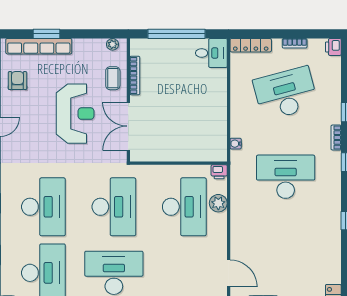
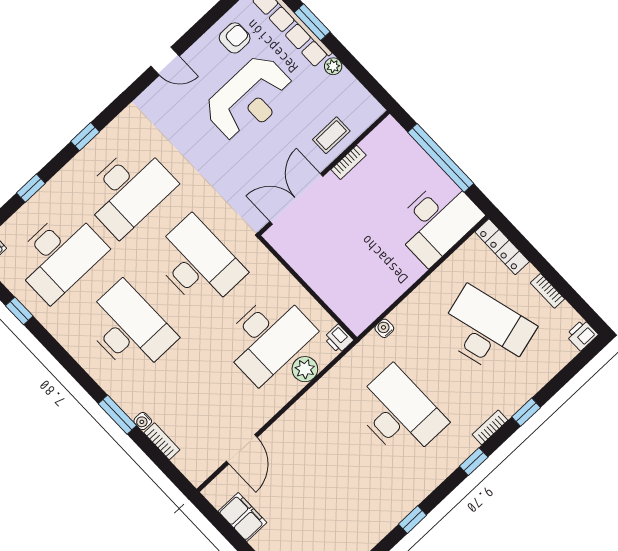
plant: (113, 44) -> (333, 66), moved
desk: (211, 53) -> (437, 221), width x1.87, depth x1.30
bookcase: (135, 76) -> (349, 162), width x0.64
reception desk: (75, 114) -> (249, 99), moved
desk: (114, 207) -> (198, 263), turned -90

